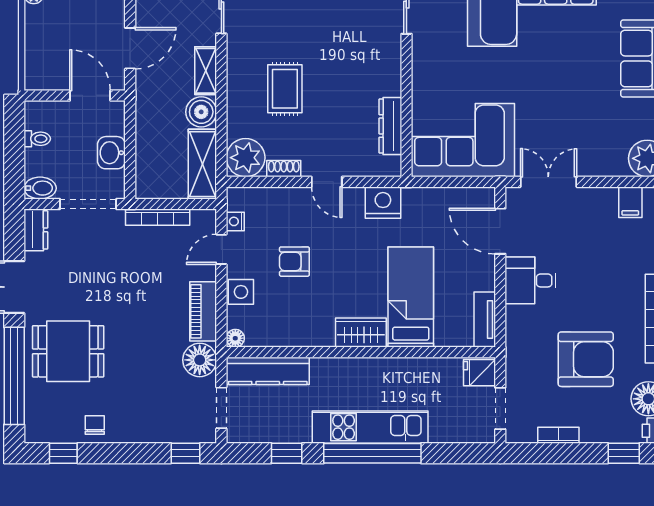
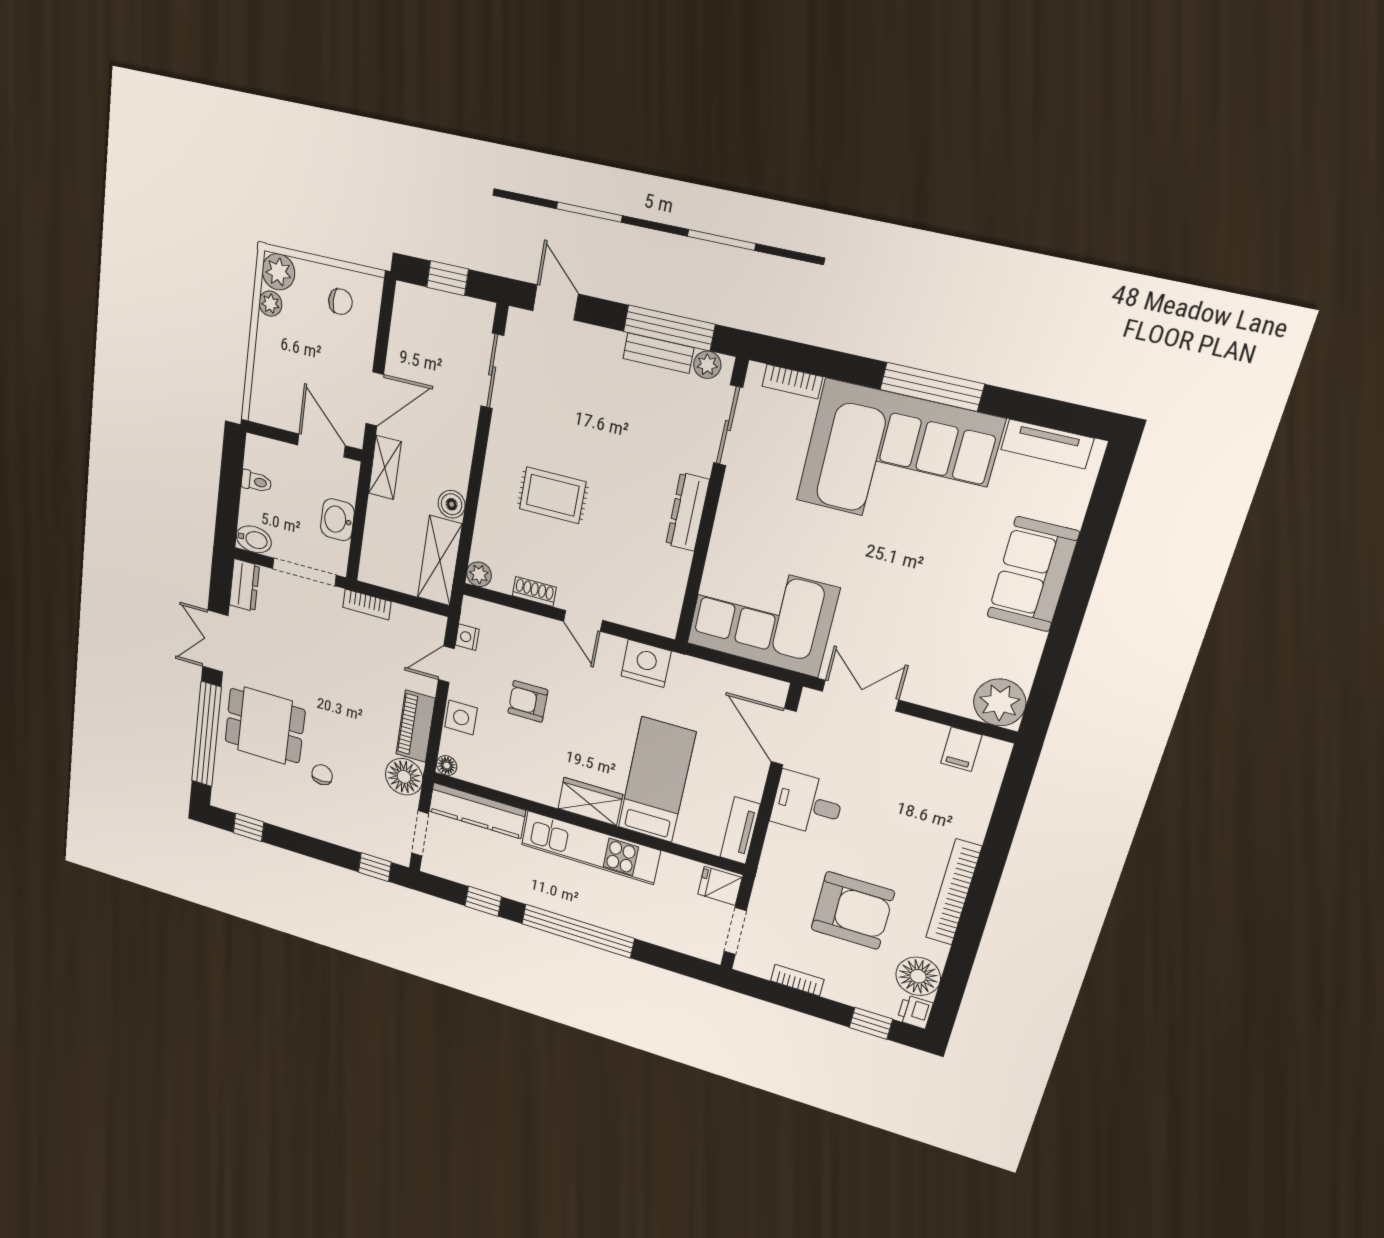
shelving: (206, 71) -> (385, 468), moved
rug: (285, 89) -> (553, 495), turned 90
boiler: (201, 112) -> (452, 504), width x0.73, depth x0.73
dresser: (390, 126) -> (687, 512), moved
plant: (246, 158) -> (479, 574), width x0.53, depth x0.53
bookcase: (158, 217) -> (367, 604), width x0.64
chair: (95, 425) -> (322, 775), moved
kitchen unit: (370, 427) -> (590, 848), moved, turned 180

